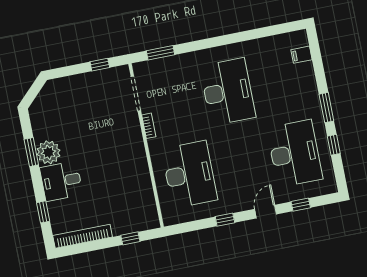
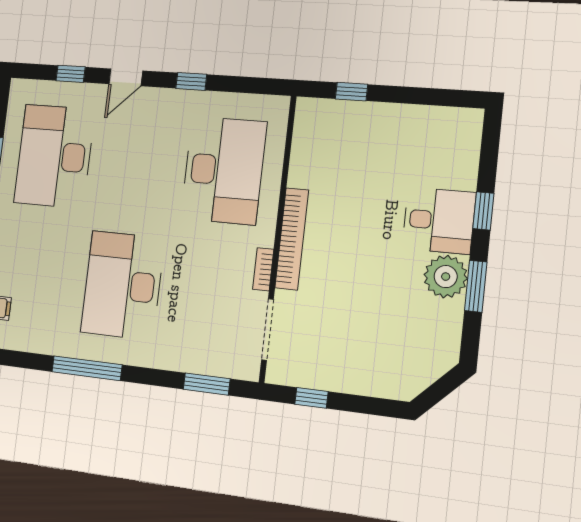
window: (233, 38) -> (87, 368), added
desk: (189, 174) -> (224, 170), turned 180
window: (43, 212) -> (483, 211), moved
bookcase: (83, 236) -> (292, 239), moved, turned -90

